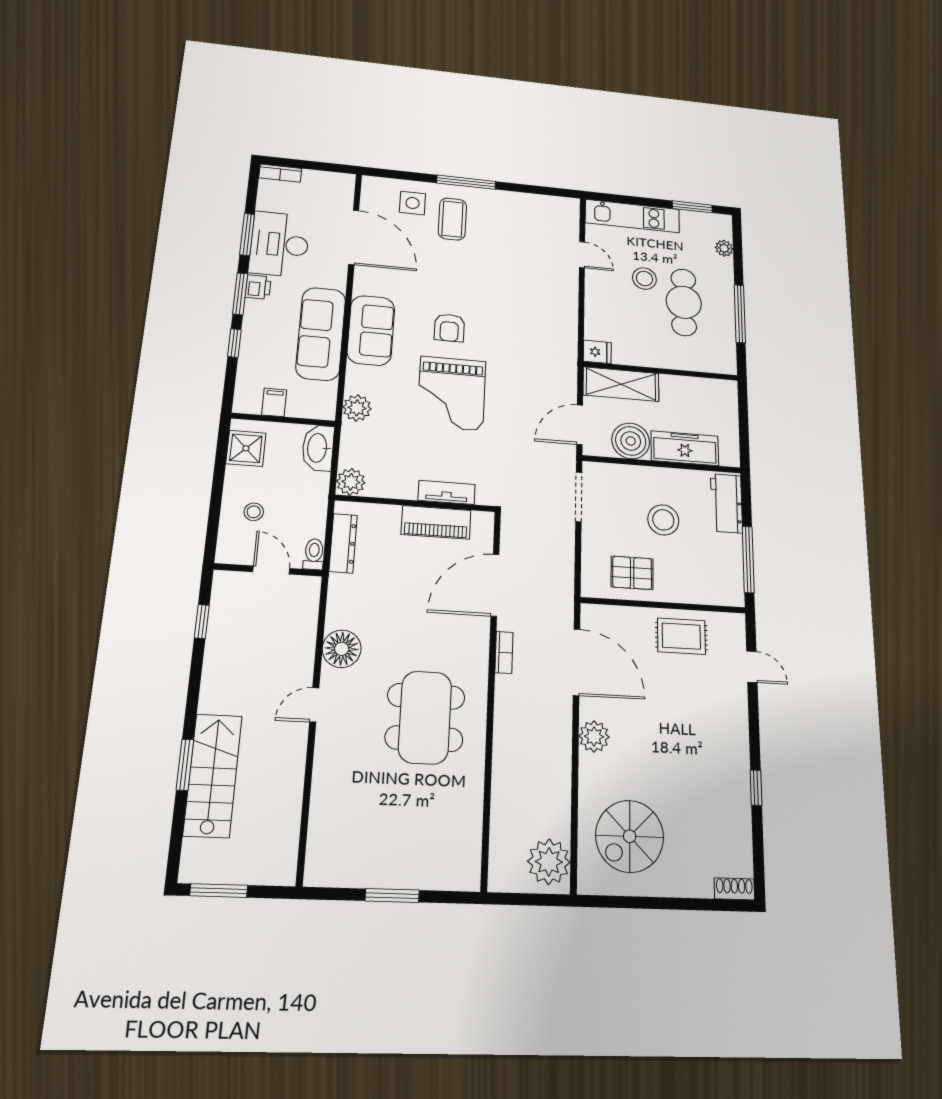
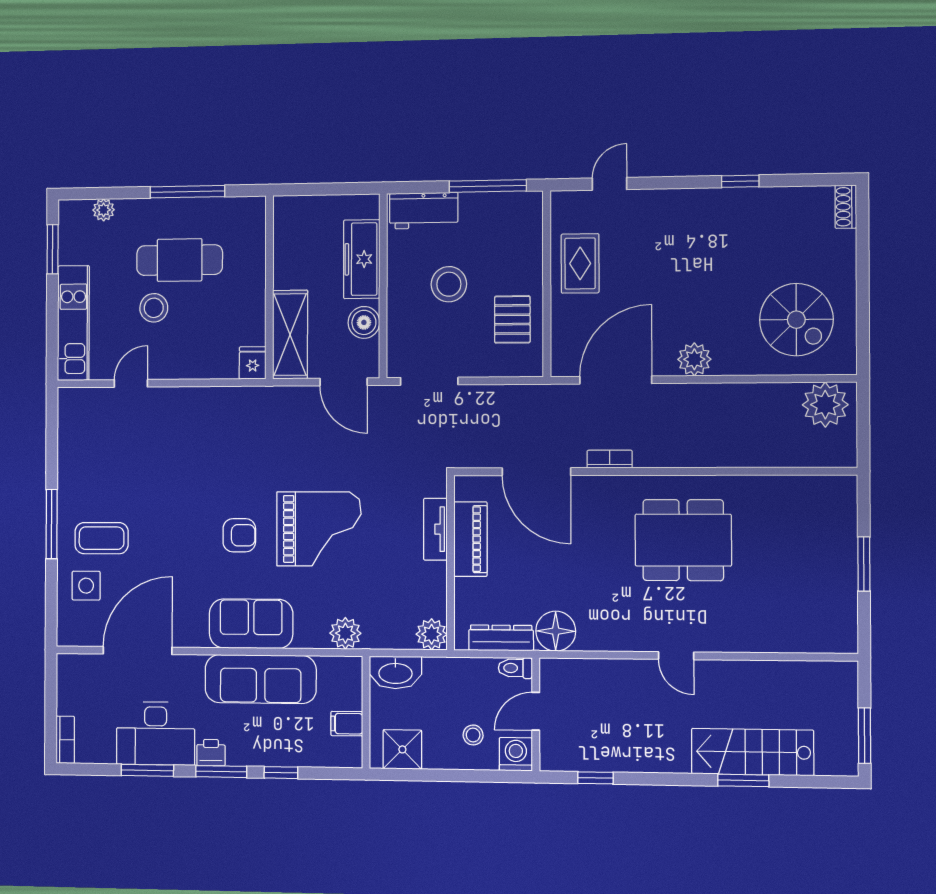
boiler: (631, 441) -> (364, 322), width x0.73, depth x0.73
washing machine: (232, 549) -> (516, 754), added
floor lamp: (342, 649) -> (556, 631), moved

